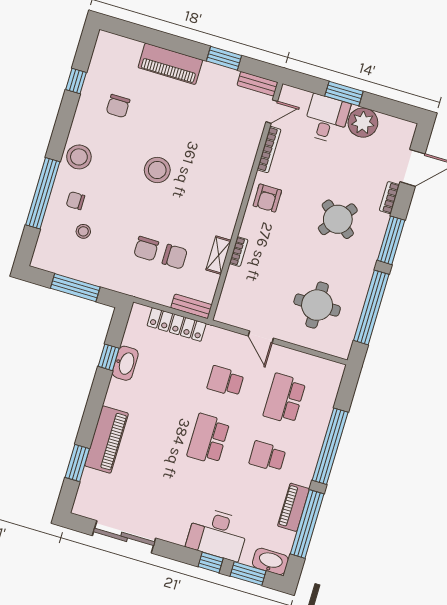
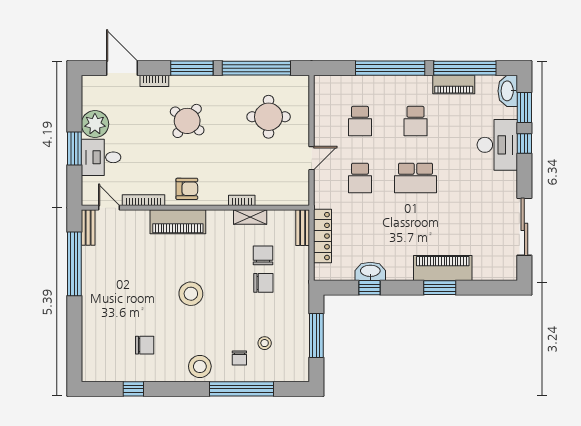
window: (224, 58) -> (74, 264), width x2.11
piano: (170, 64) -> (178, 222), moved, turned 90
school desk: (285, 399) -> (360, 121), width x0.54
window: (77, 463) -> (440, 288), moved

